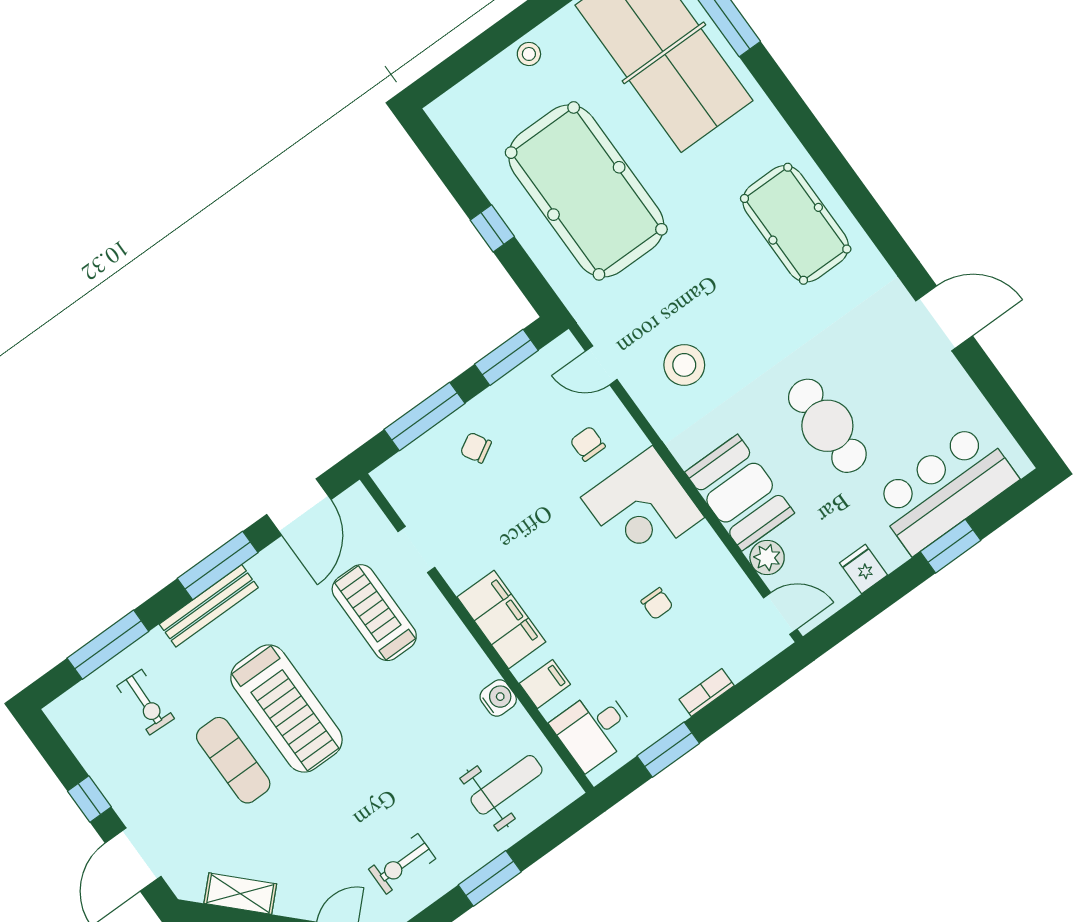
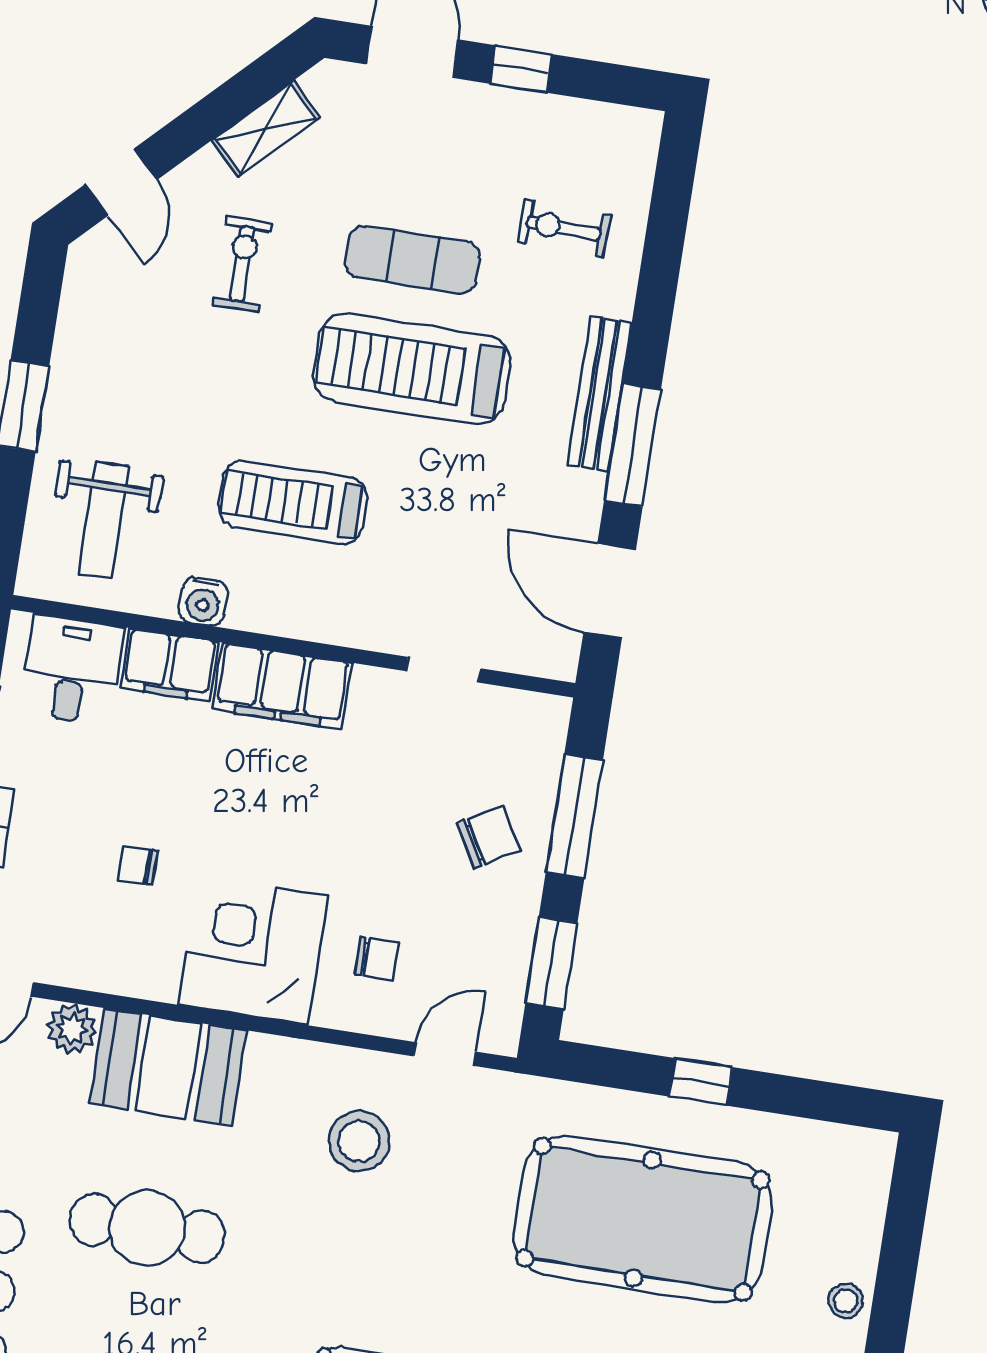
chair: (476, 448) -> (488, 837), width x1.37, depth x1.37
treadmill: (374, 613) -> (293, 502), moved, turned 180
window: (108, 645) -> (663, 248), removed
filing cabinet: (545, 684) -> (169, 665), width x2.00
exercise bike: (402, 864) -> (242, 264), moved

